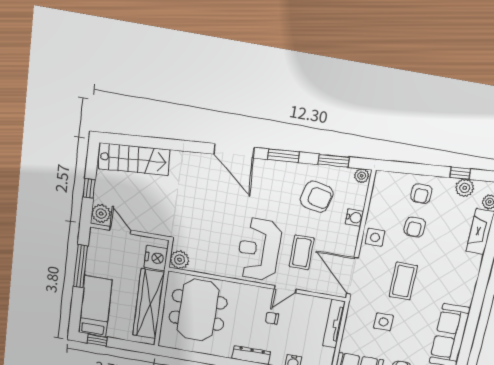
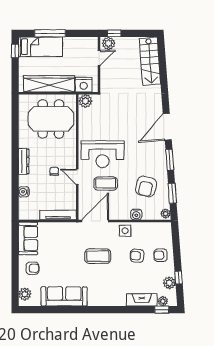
window: (89, 188) -> (114, 33), moved
reception desk: (259, 249) -> (103, 154), turned 180
window: (81, 266) -> (50, 33), moved
side table: (384, 322) -> (66, 249), removed

